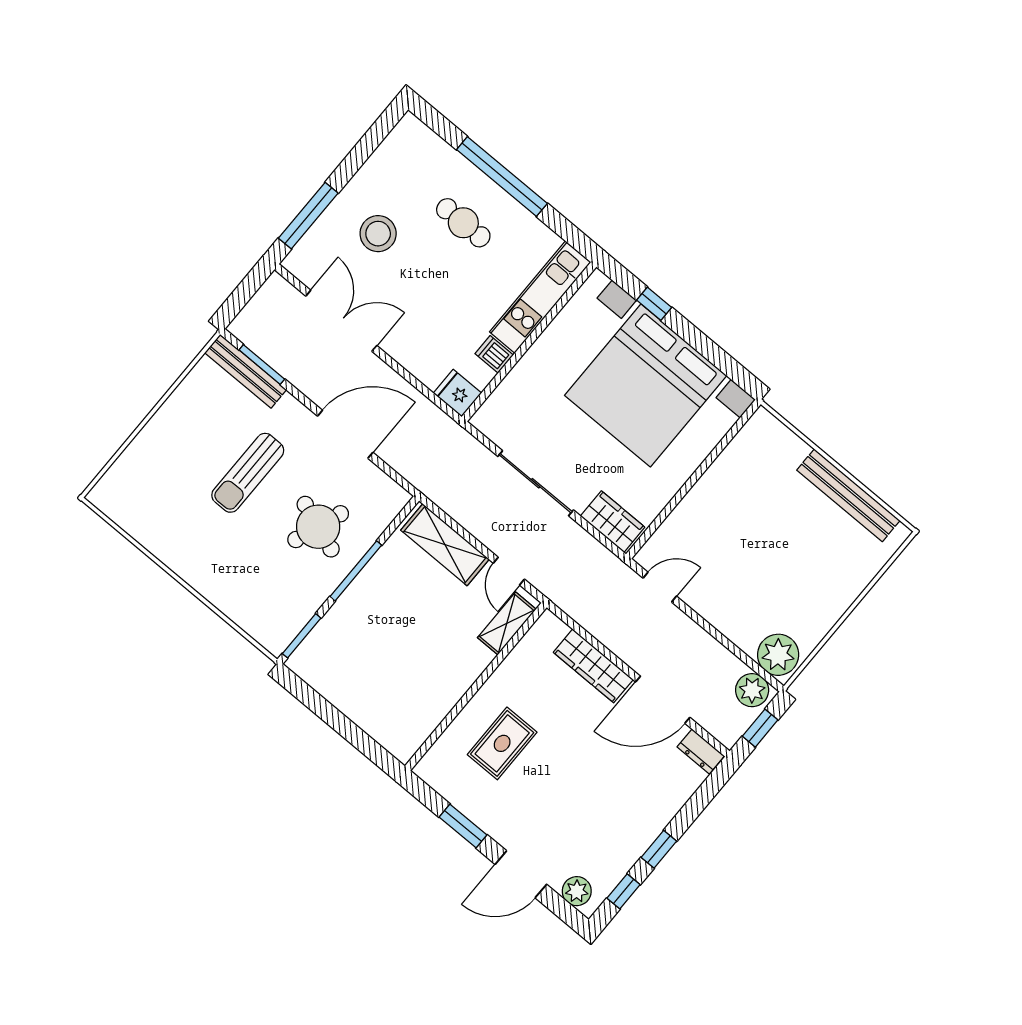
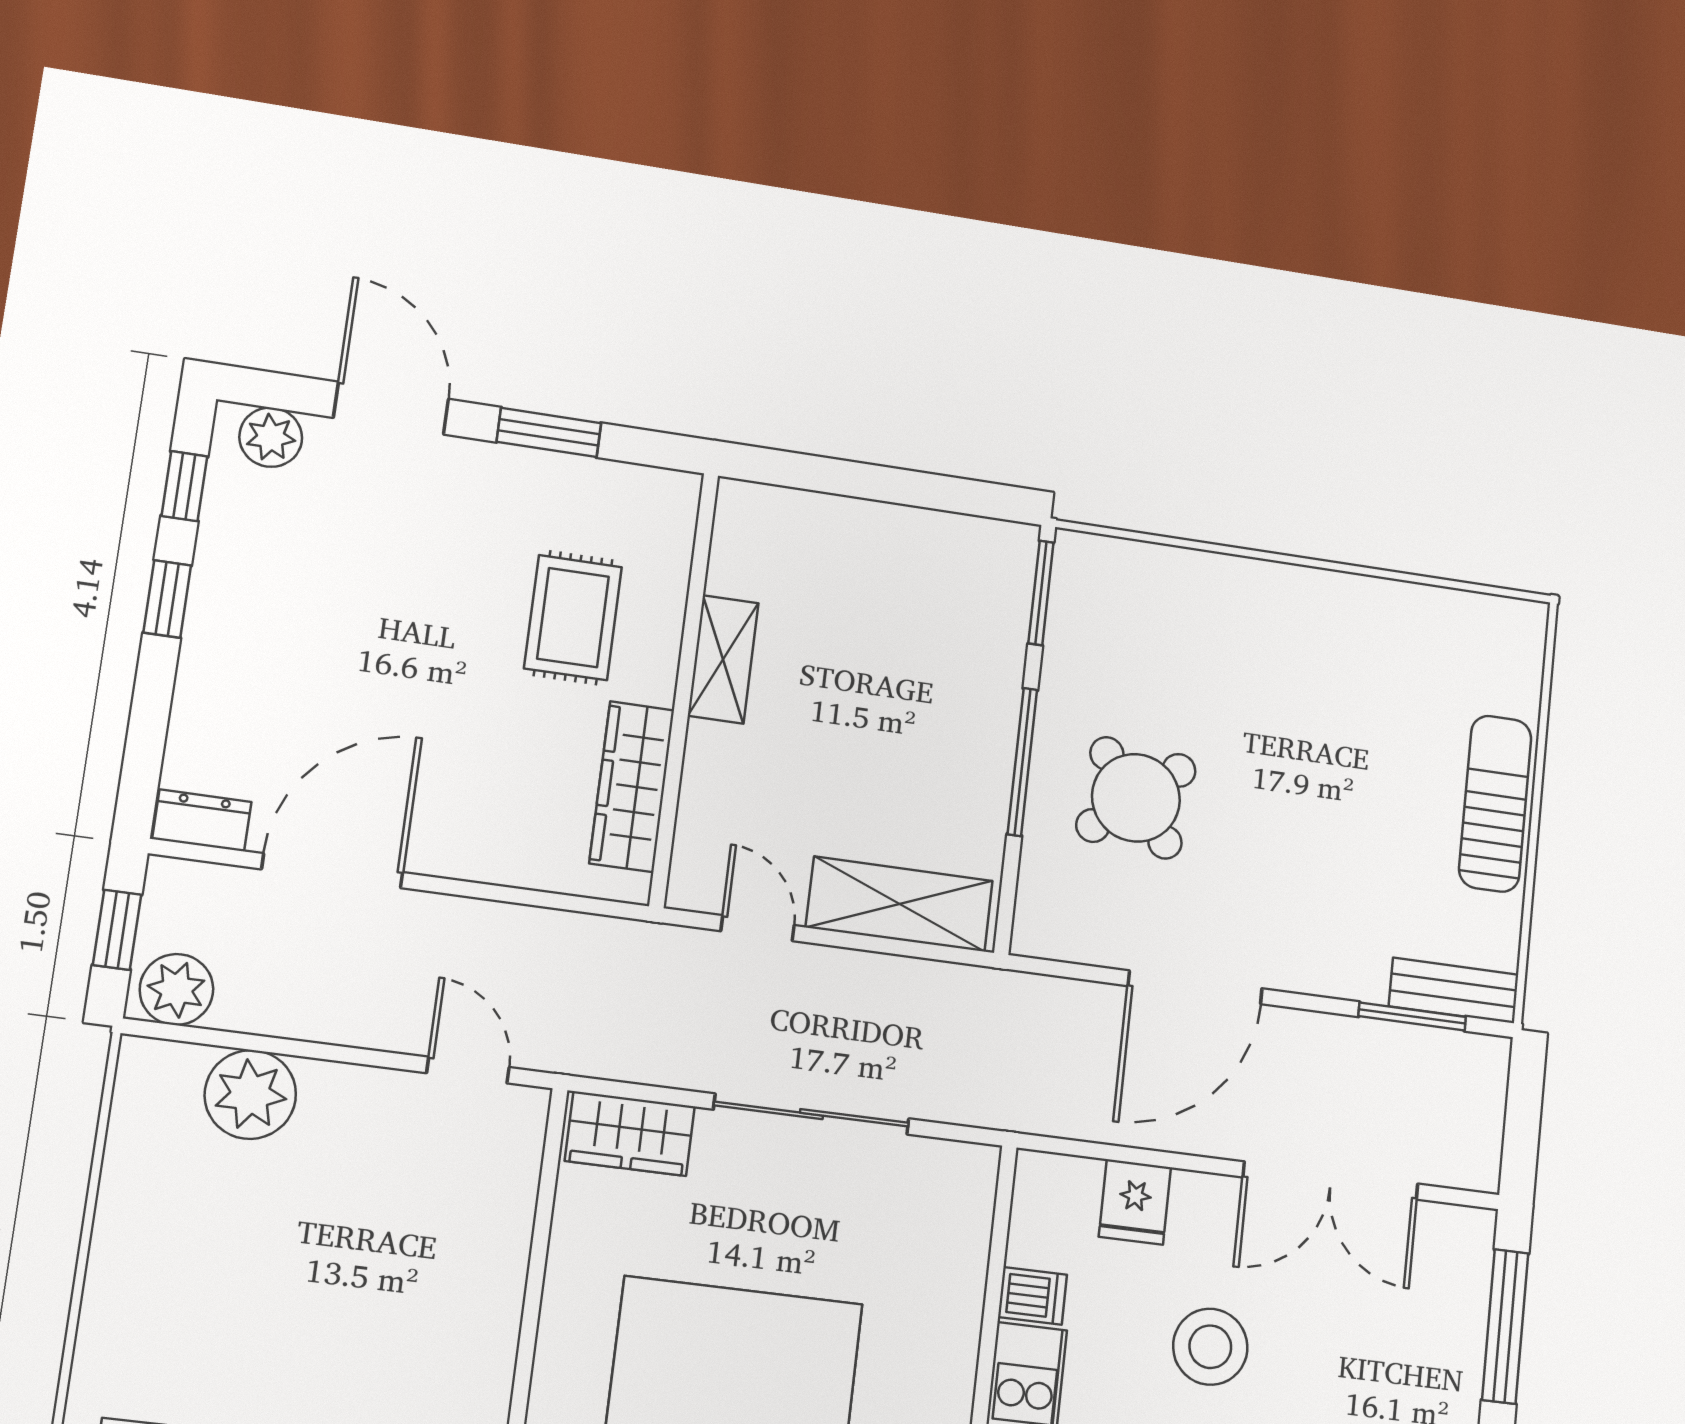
stool: (378, 234) -> (1210, 1347), moved
bench: (246, 371) -> (1454, 990), width x0.73
fridge: (457, 393) -> (1135, 1202), moved, turned 90
sun lounger: (248, 473) -> (1495, 804), moved
round table: (318, 527) -> (1136, 798), turned 30
door: (660, 587) -> (468, 1070), swing flipped
shelving: (507, 623) -> (723, 659), moved
plant: (778, 655) -> (250, 1094), moved
wardrobe: (593, 666) -> (632, 787), moved, turned -90
door: (521, 874) -> (391, 408), hinge flipped

